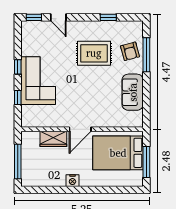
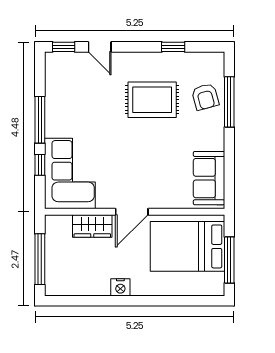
window: (18, 67) -> (40, 120), width x2.17
corner sofa: (38, 81) -> (70, 173), moved
sofa: (133, 92) -> (209, 178), moved

